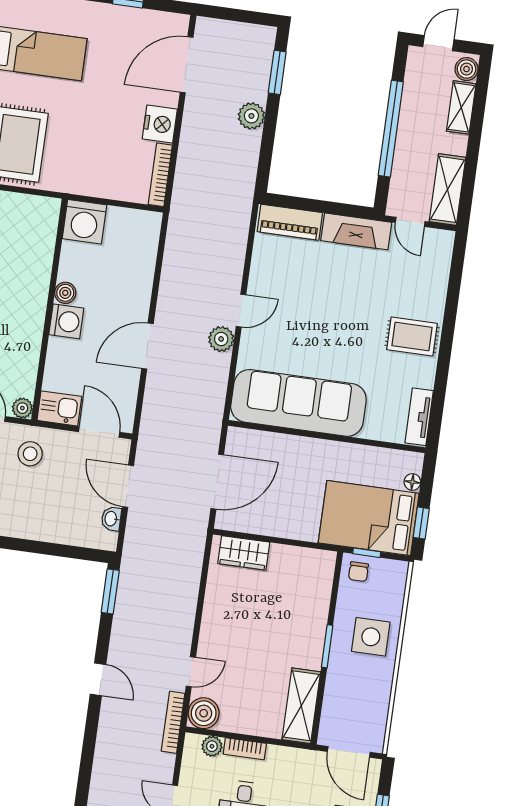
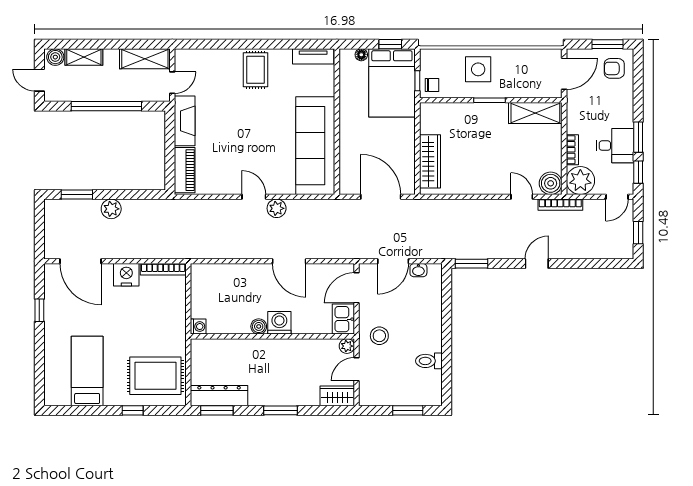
washing machine: (84, 222) -> (198, 327), width x0.53, depth x0.53
wardrobe: (244, 553) -> (430, 161), width x1.50
plant: (212, 746) -> (580, 181), width x1.87, depth x1.87

